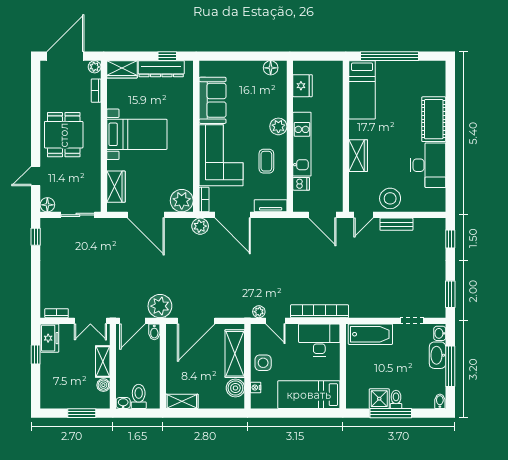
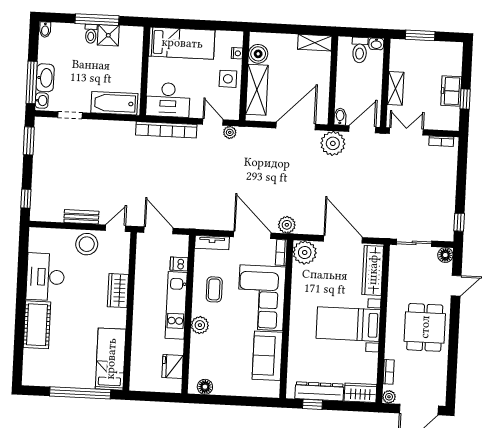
wardrobe: (116, 187) -> (373, 270), width x1.50
freezer: (49, 338) -> (451, 91), moved
window: (450, 366) -> (32, 82), moved
boiler: (103, 385) -> (396, 64), removed

